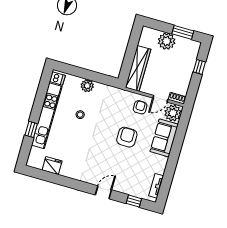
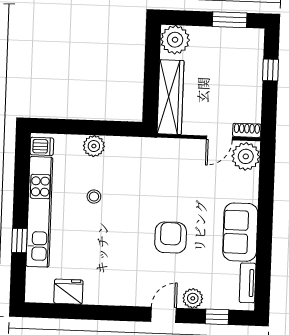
plant: (167, 41) -> (175, 40), moved
armchair: (140, 107) -> (189, 160), removed
armchair: (127, 137) -> (171, 237), moved
sofa: (164, 138) -> (240, 232), moved
plant: (122, 187) -> (193, 298), added

